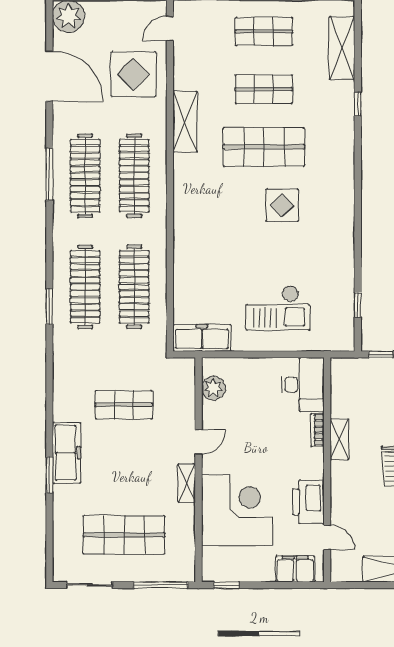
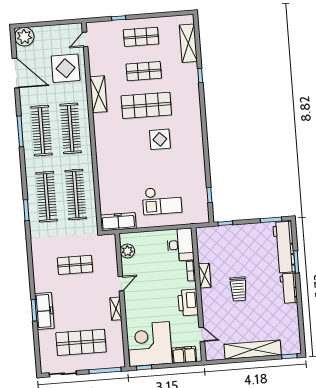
freezer: (67, 453) -> (44, 311), moved
printer: (308, 502) -> (188, 303), moved
corner desk: (237, 510) -> (150, 344), moved, turned -90

